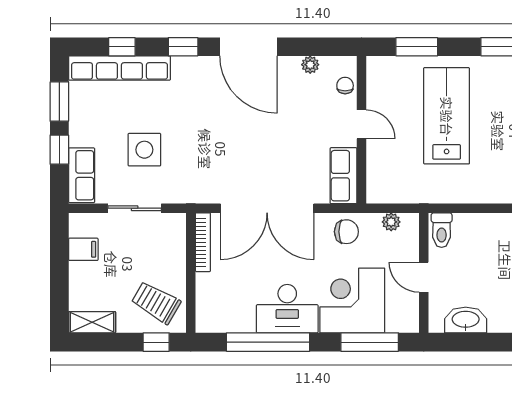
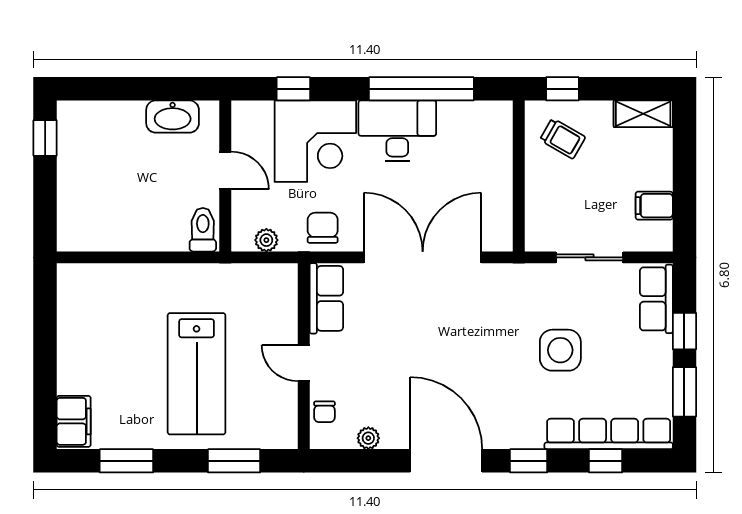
side table: (144, 150) -> (560, 350), moved
chair: (346, 232) -> (323, 228), turned 90
bookcase: (203, 242) -> (503, 215), removed
trolley: (156, 303) -> (563, 139), width x0.73, depth x0.72
window: (370, 342) -> (293, 89), width x0.46

